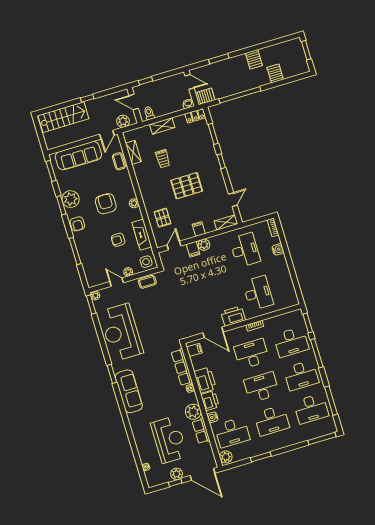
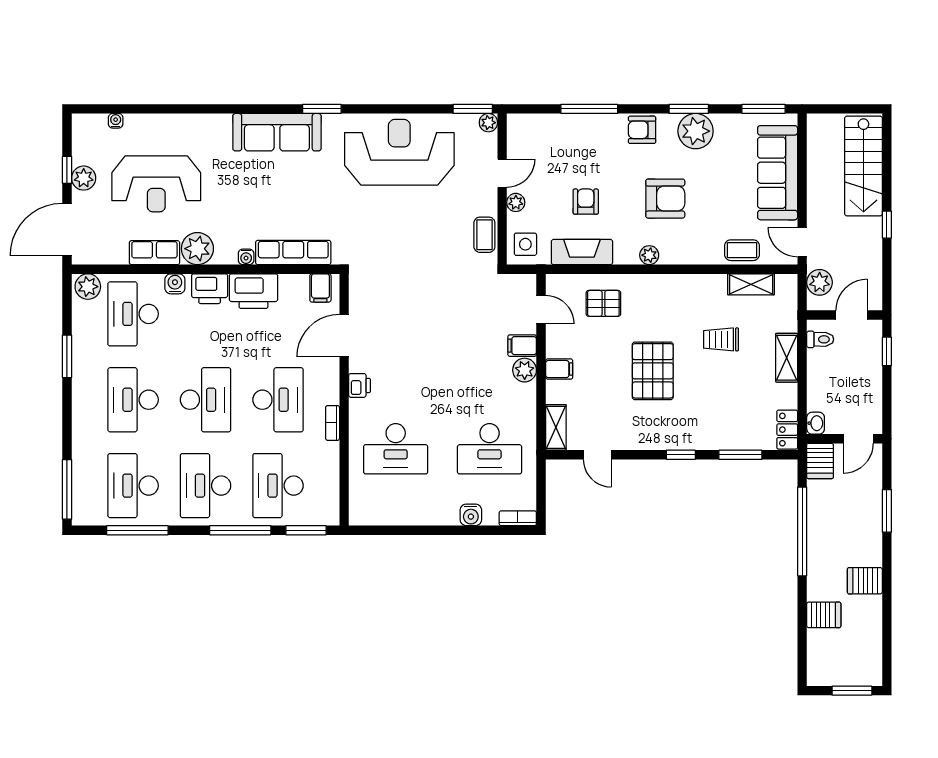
printer: (233, 316) -> (360, 385), width x0.53, depth x0.68

